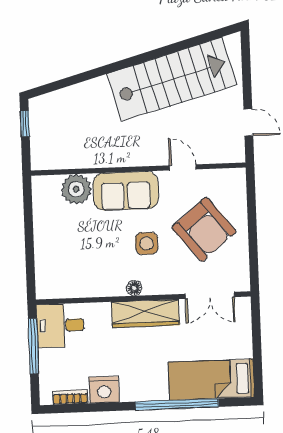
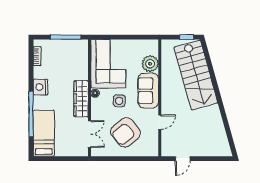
stairs: (172, 79) -> (196, 75), moved
corner sofa: (79, 266) -> (108, 64), added
double door: (210, 295) -> (90, 134), swing flipped
desk: (60, 325) -> (76, 52), removed
nightstand: (104, 390) -> (40, 87), moved

